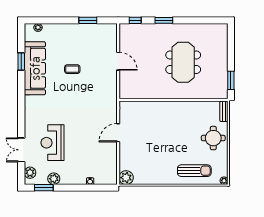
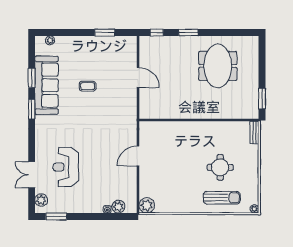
meeting table: (183, 62) -> (218, 66), moved
window: (21, 90) -> (32, 109), added
round table: (213, 138) -> (220, 167), moved
plant: (54, 179) -> (118, 207), moved

